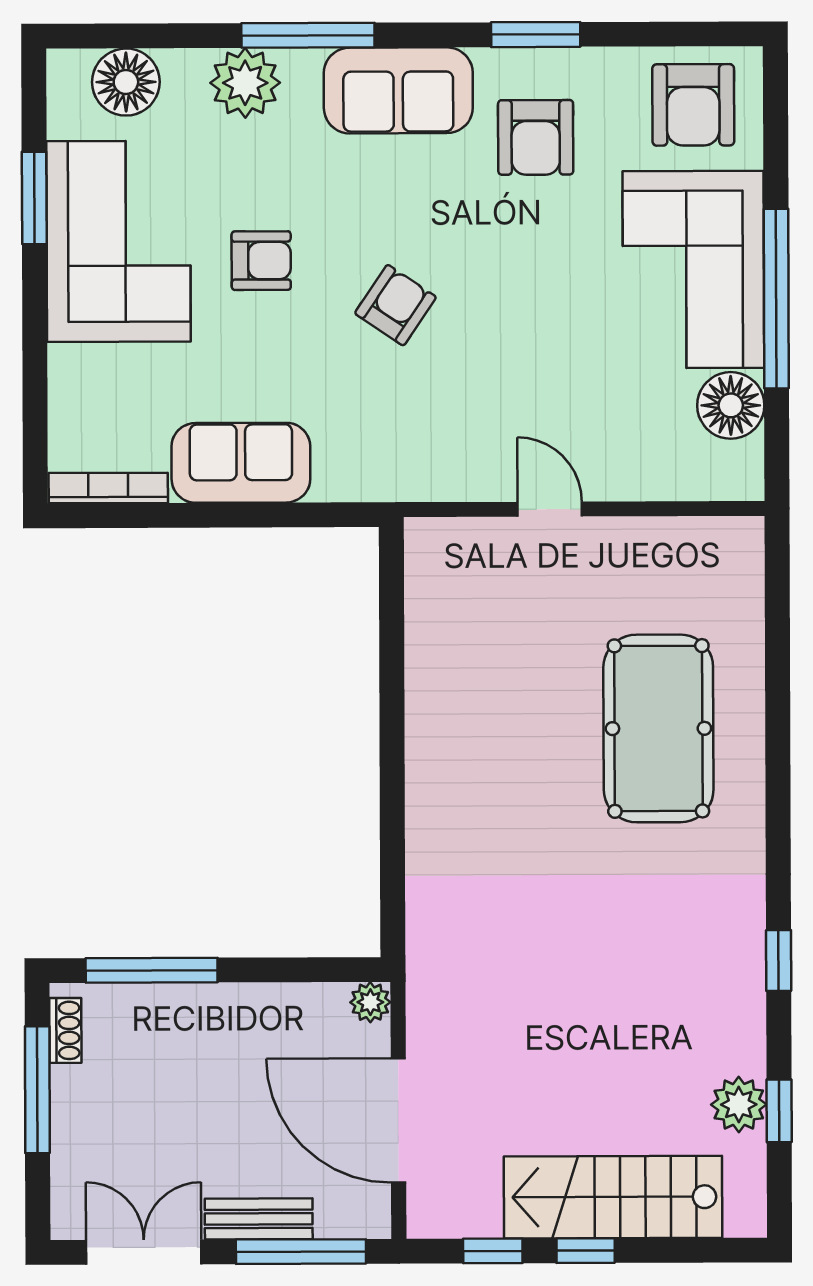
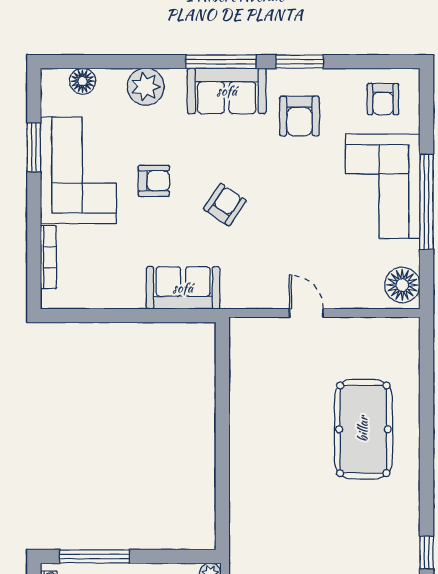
window: (308, 35) -> (221, 62), moved
floor lamp: (126, 82) -> (83, 81), width x0.73, depth x0.73
armchair: (693, 105) -> (383, 99), width x0.72, depth x0.72
floor lamp: (731, 405) -> (402, 285), moved
sofa: (241, 463) -> (183, 288), moved
bookcase: (108, 488) -> (48, 257), moved, turned 90

